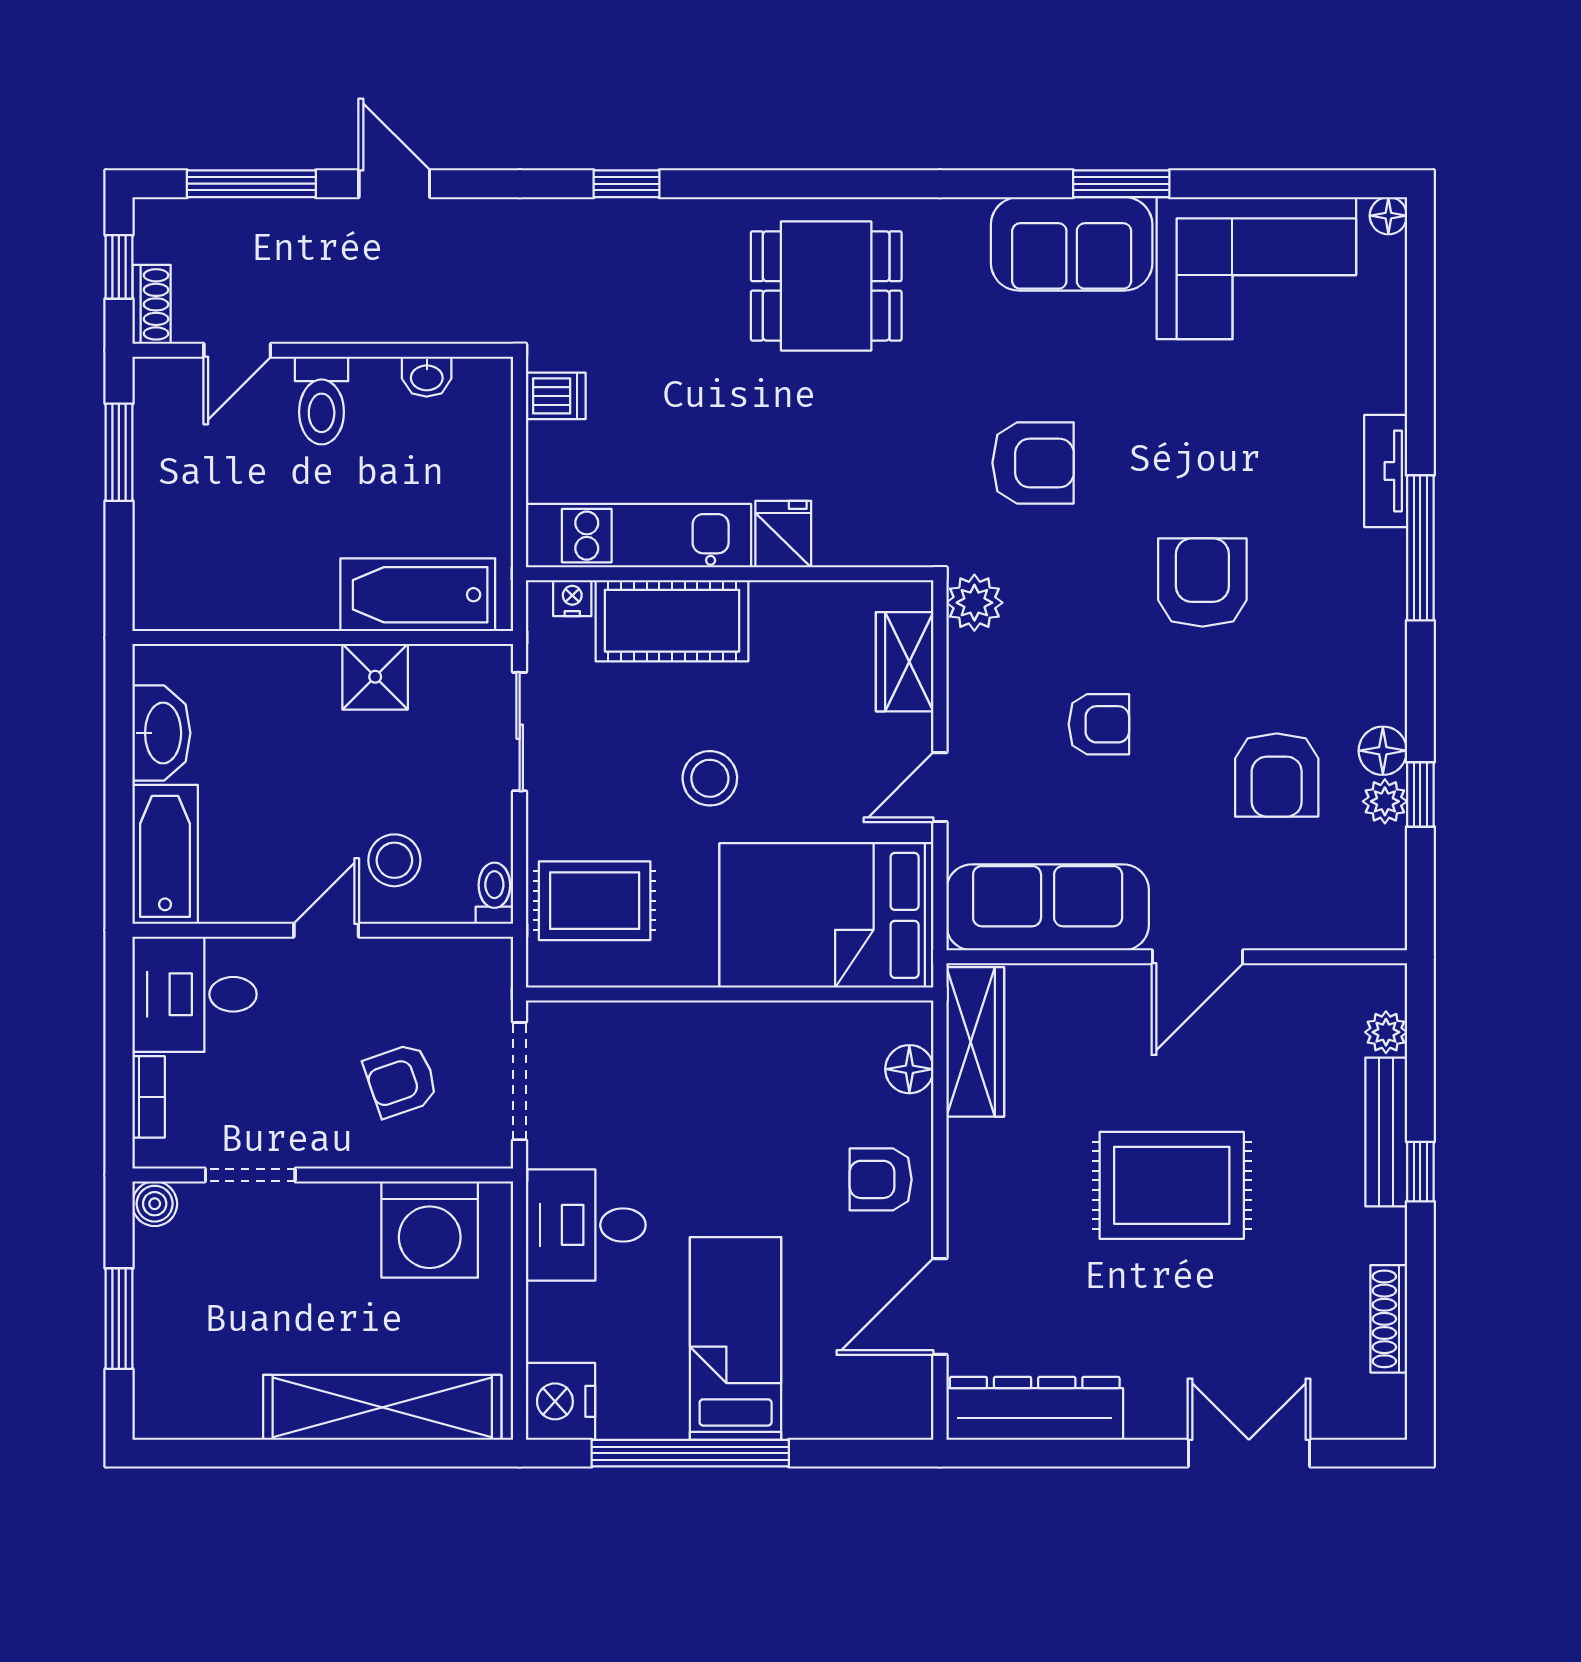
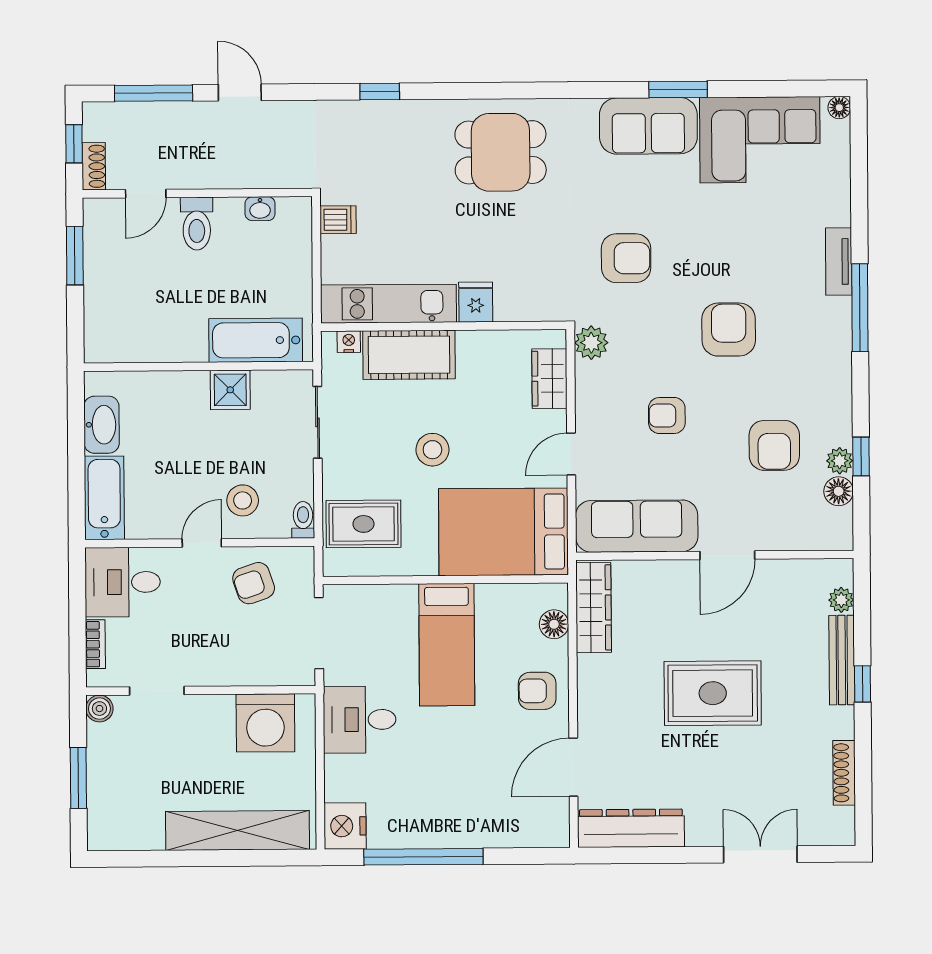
armchair: (1099, 724) -> (667, 415), turned 180
floor lamp: (1383, 751) -> (839, 491), moved
armchair: (401, 1080) -> (254, 583), moved
bed: (736, 1338) -> (447, 645), moved, turned 180

